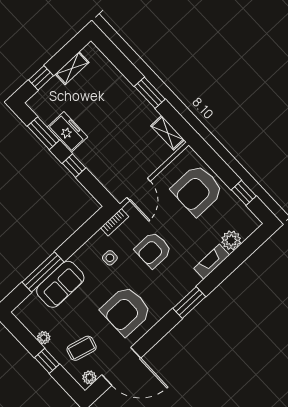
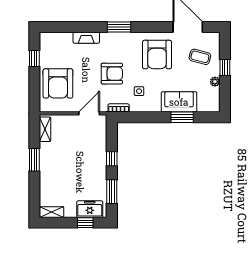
shelving: (72, 68) -> (52, 212), moved
freezer: (67, 132) -> (90, 209), moved, turned 90
armchair: (197, 190) -> (58, 83), turned 90
plant: (231, 240) -> (65, 39), removed
window: (43, 272) -> (182, 117), width x0.69
armchair: (126, 311) -> (157, 55), turned 90
plant: (89, 377) -> (210, 37), removed

